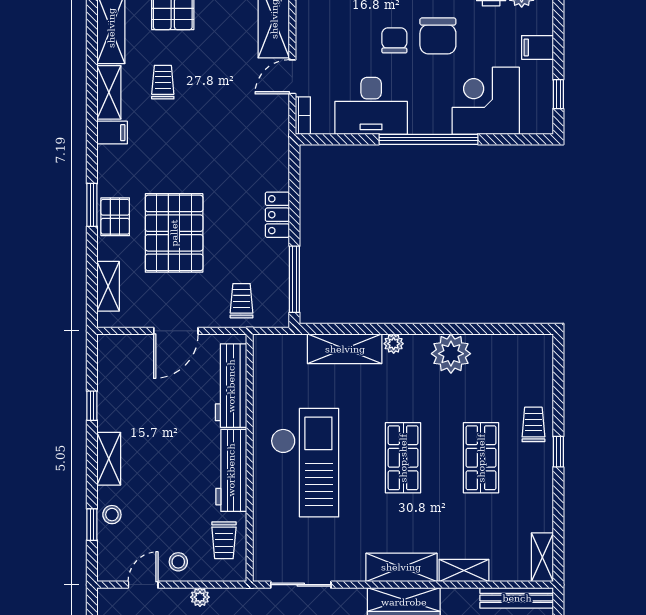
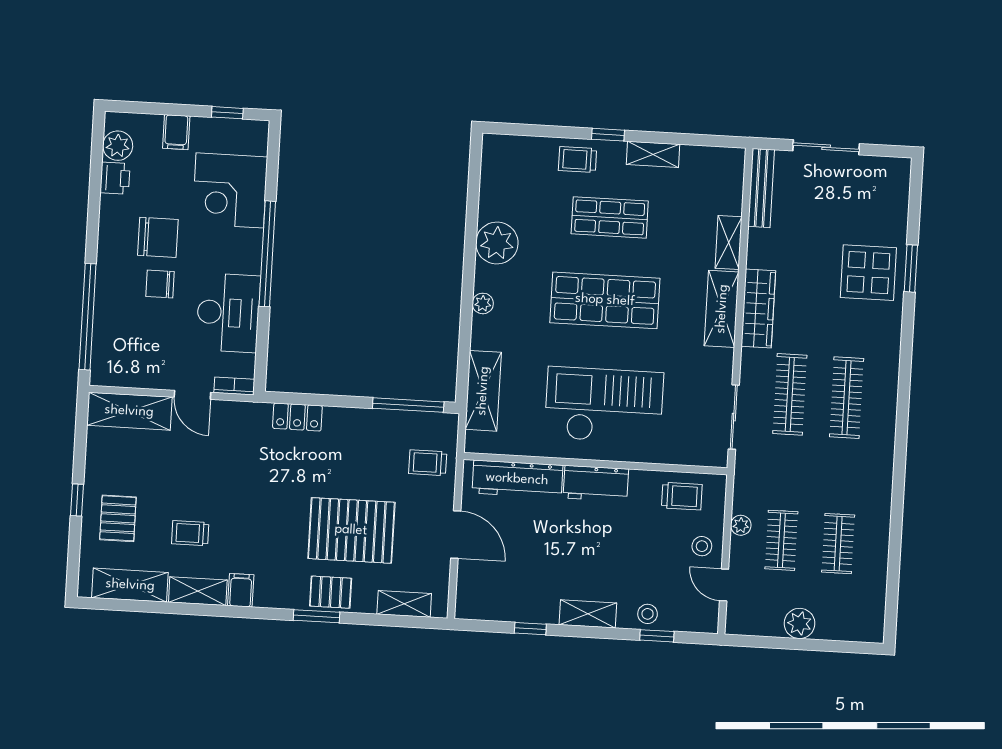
locker: (277, 215) -> (297, 417), moved
shelving: (345, 349) -> (483, 391), moved
shop shelf: (403, 458) -> (605, 300), width x1.43, depth x1.36
workbench: (231, 470) -> (596, 483), width x0.73
shelving: (542, 557) -> (653, 154), moved

